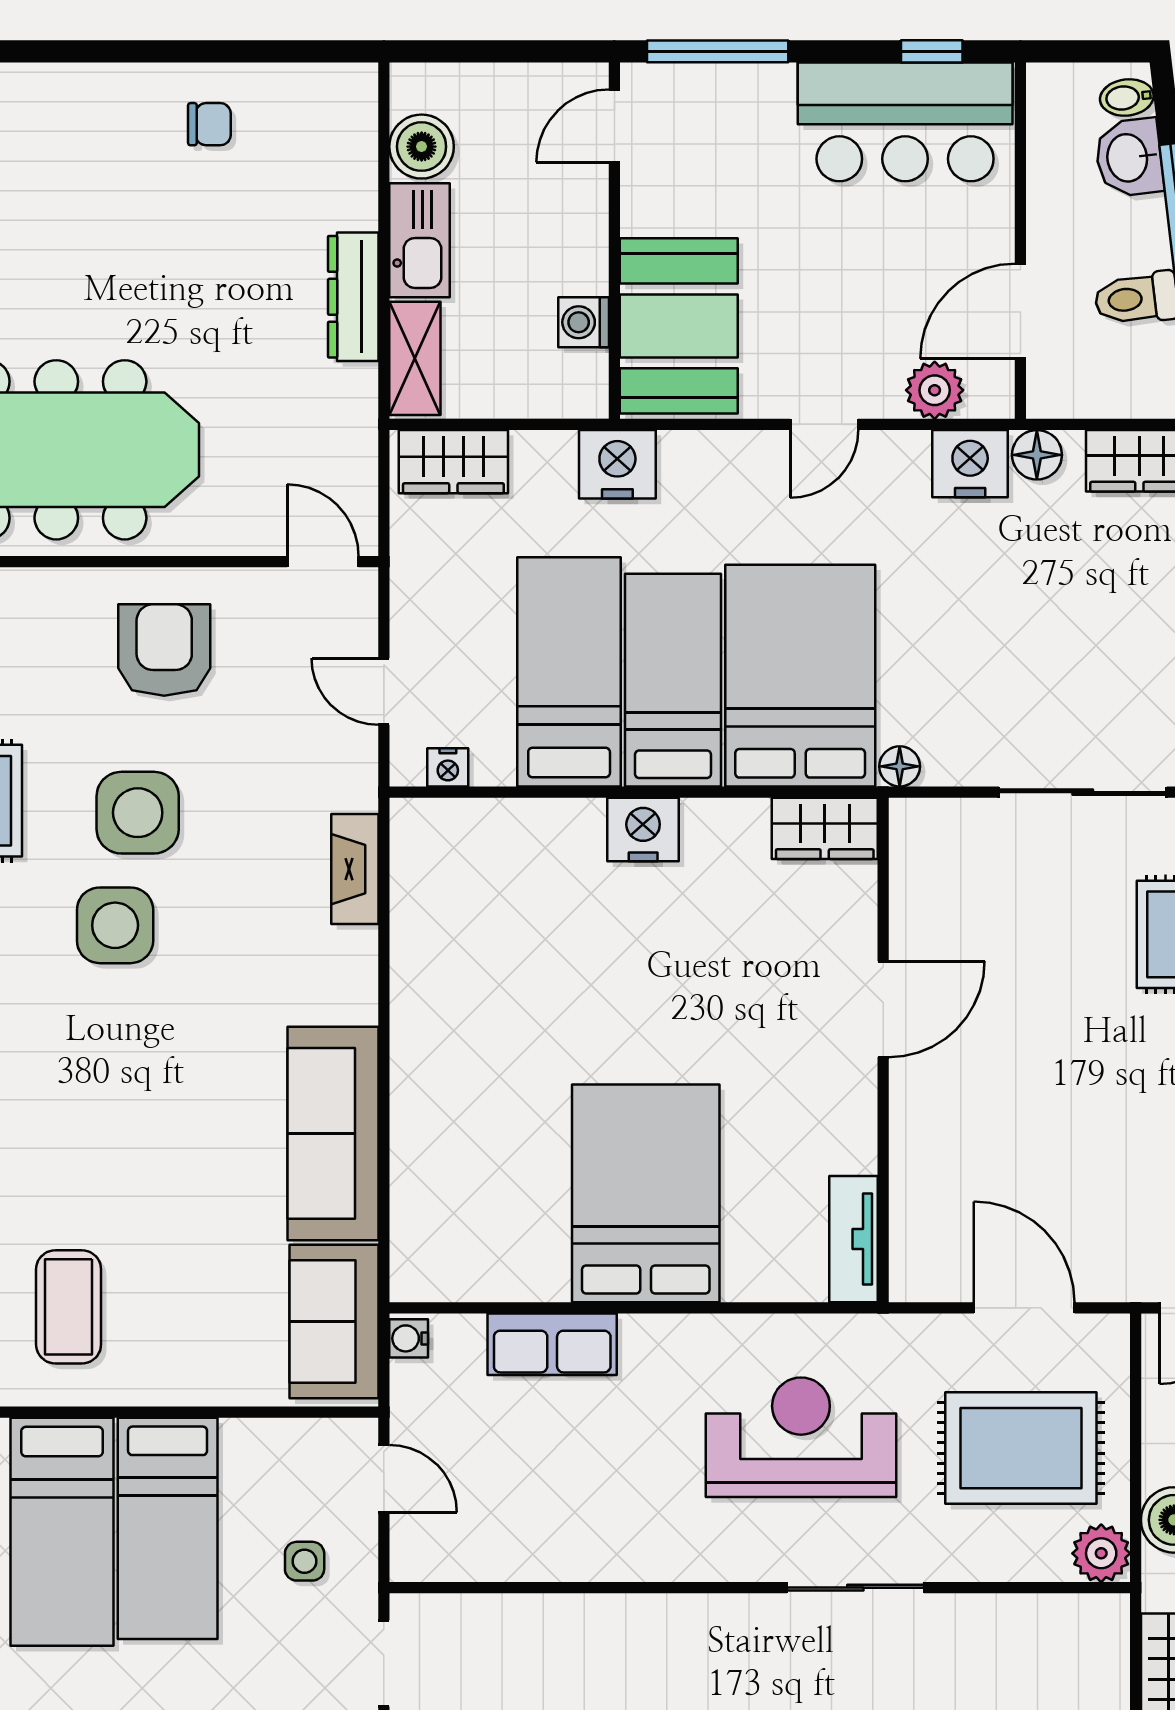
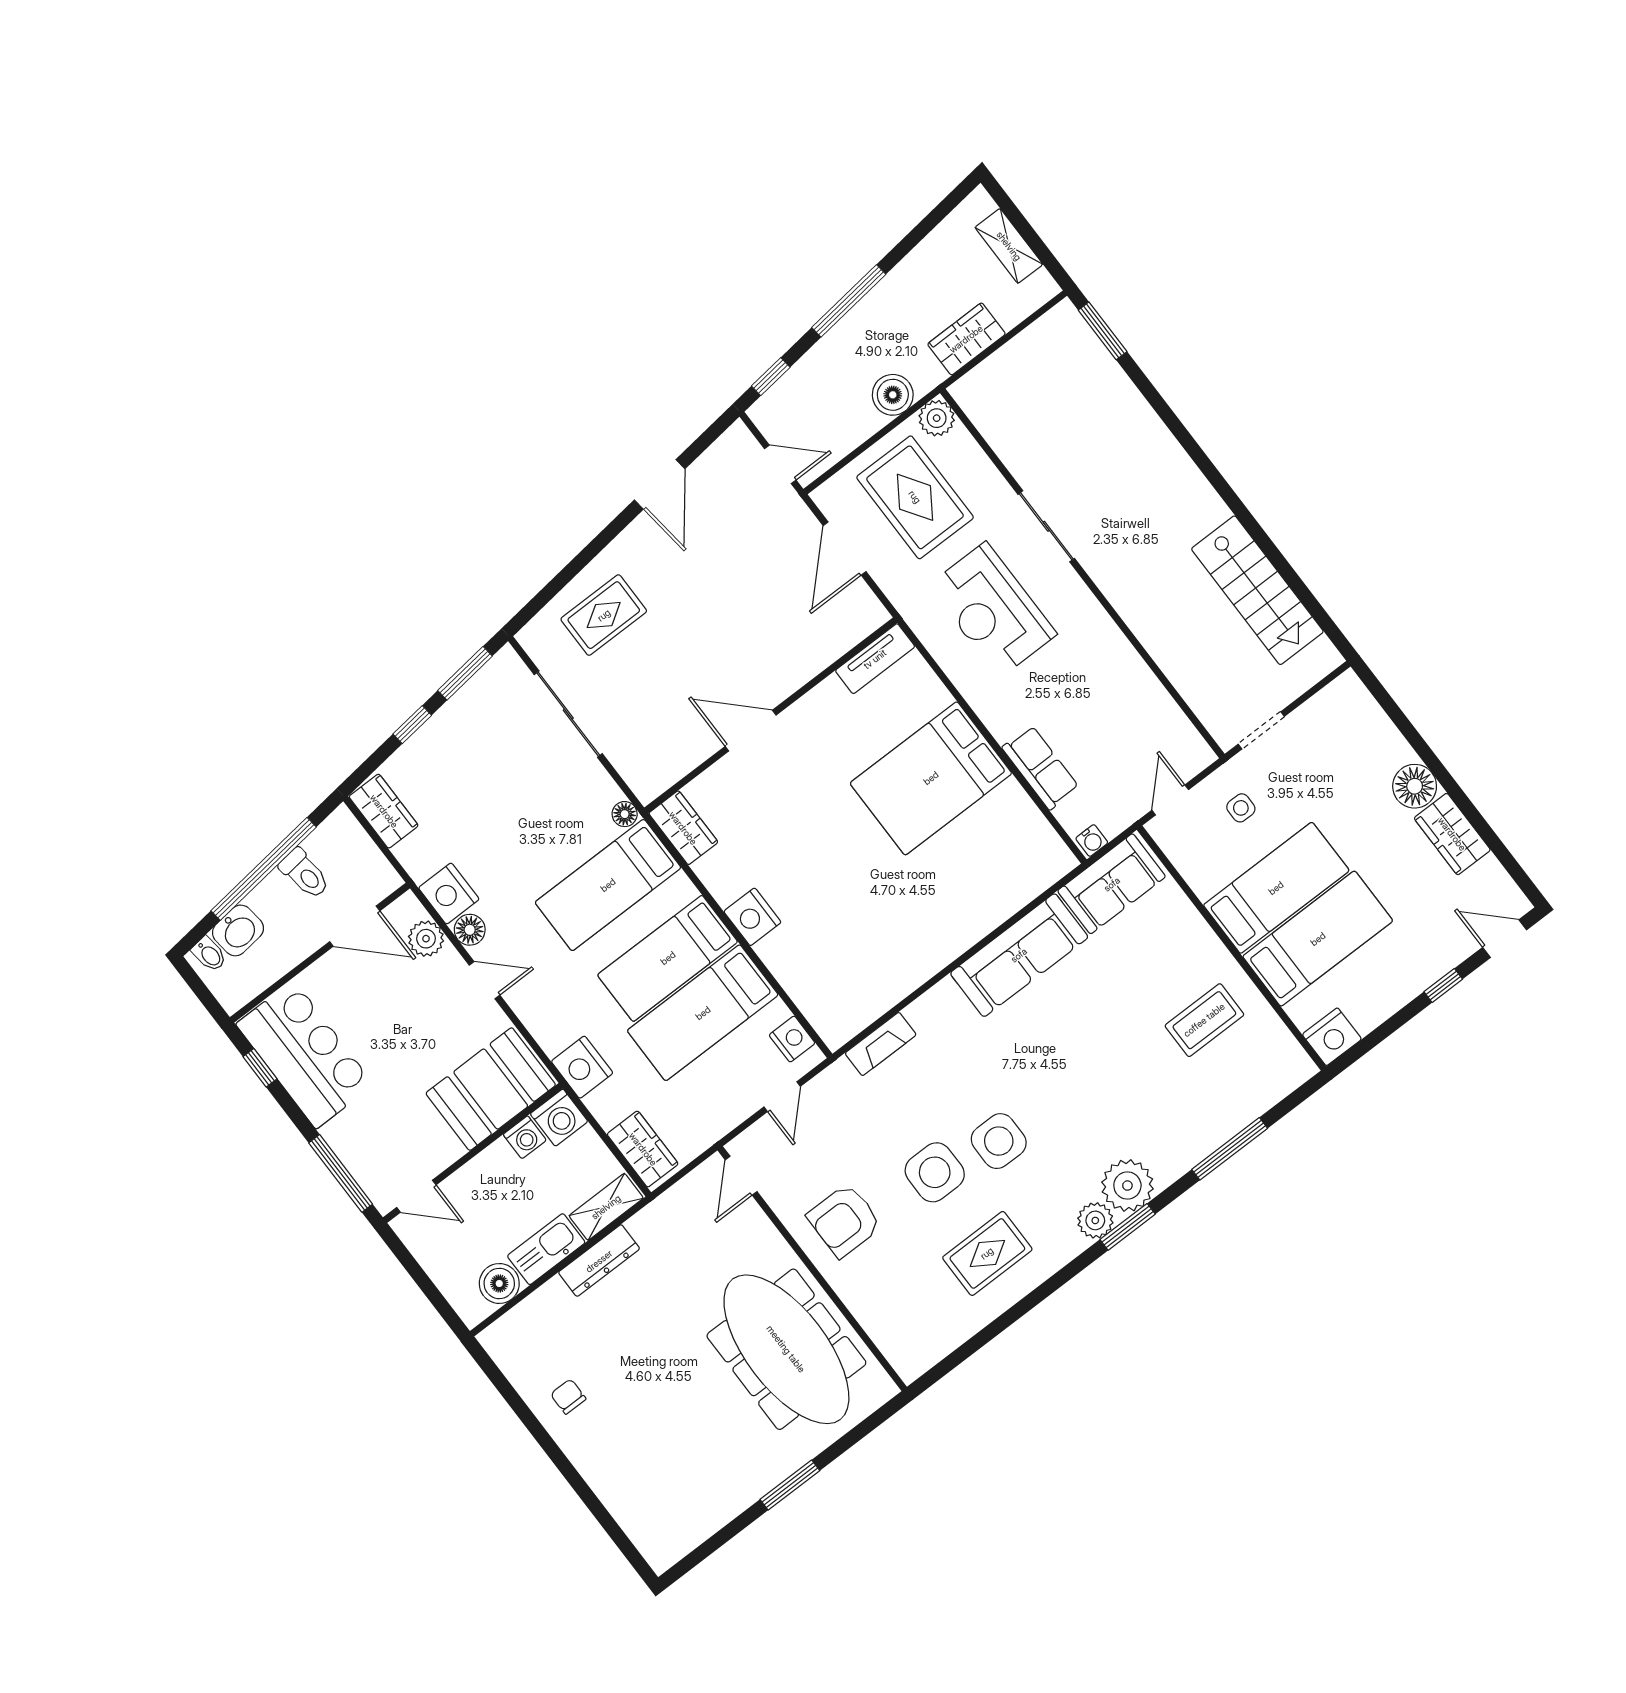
washing machine: (575, 385) -> (559, 1118), added
floor lamp: (1037, 455) -> (470, 930), moved
bed: (800, 676) -> (608, 885), width x0.67
nightstand: (448, 767) -> (792, 1039), width x1.39, depth x1.35

